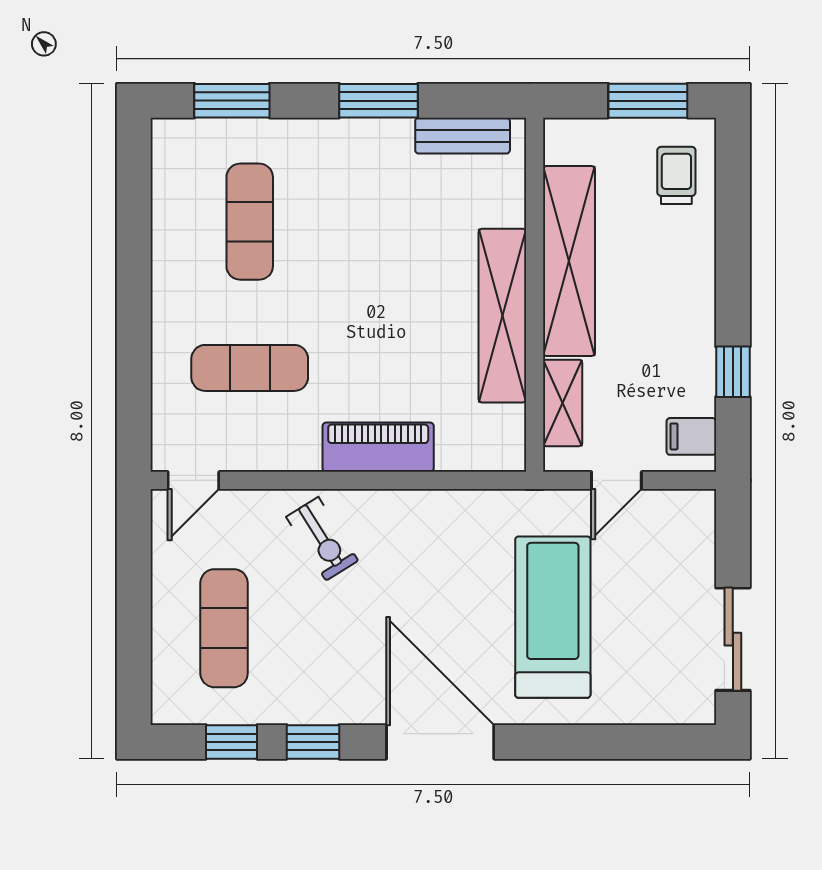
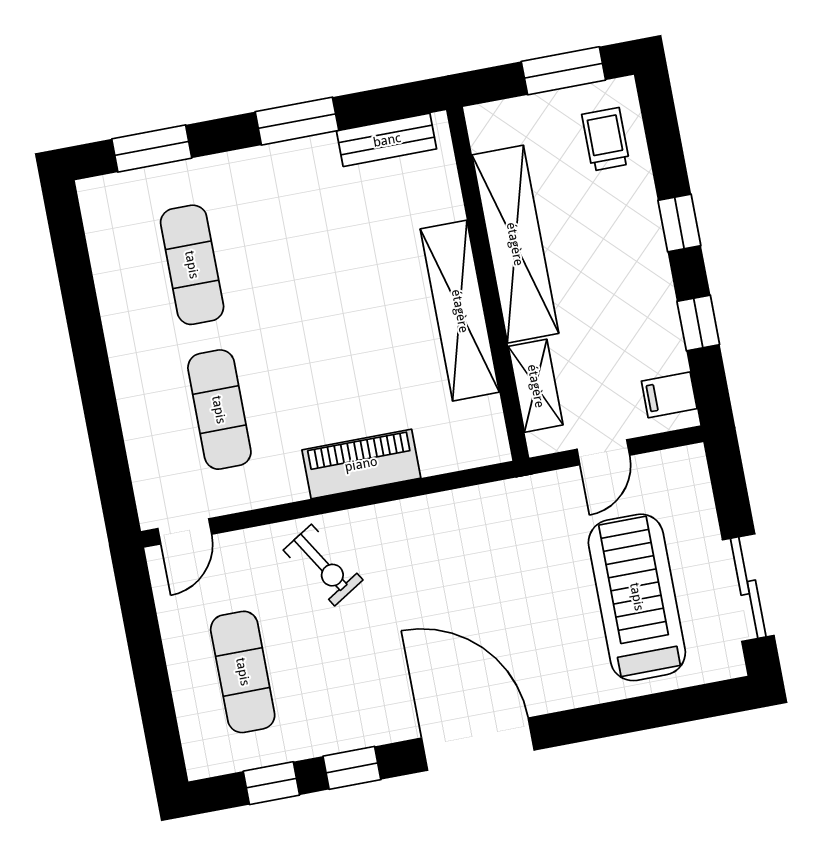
window: (733, 271) -> (679, 223), added
exercise mat: (250, 368) -> (219, 410), turned 90
treadmill: (553, 617) -> (637, 597), moved

